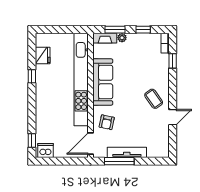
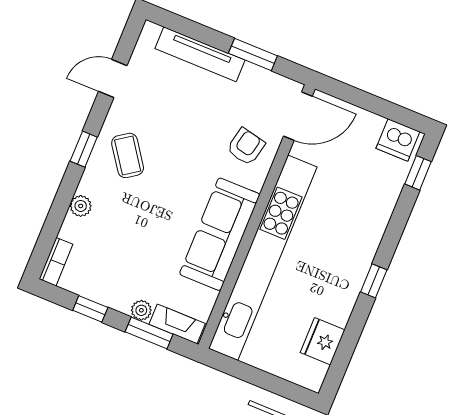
window: (173, 61) -> (84, 149), moved
plant: (164, 70) -> (81, 206), added
window: (32, 76) -> (374, 281), moved
door: (173, 117) -> (113, 78), moved
tv unit: (127, 152) -> (200, 54), moved
window: (119, 161) -> (253, 55), width x0.69

